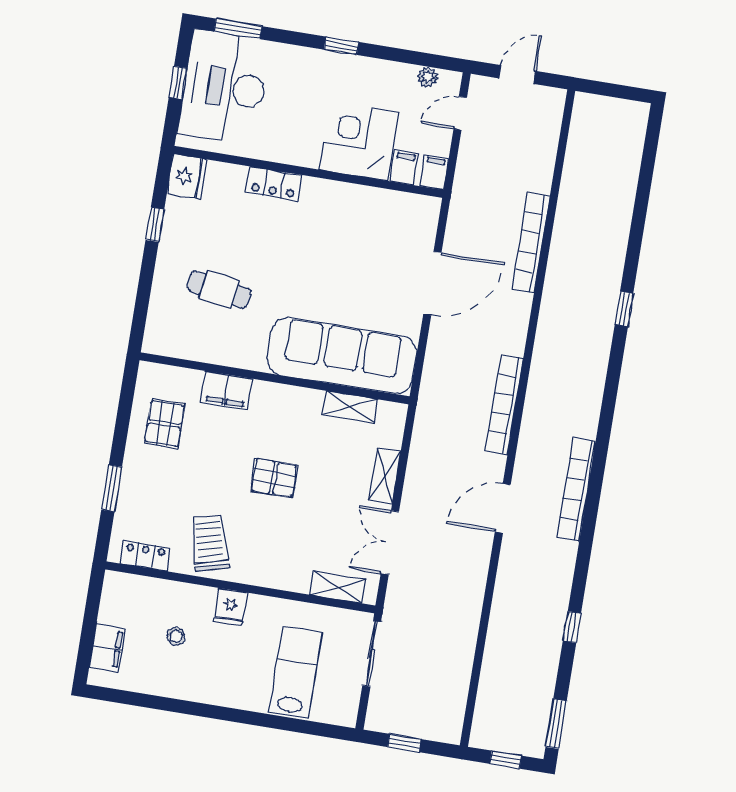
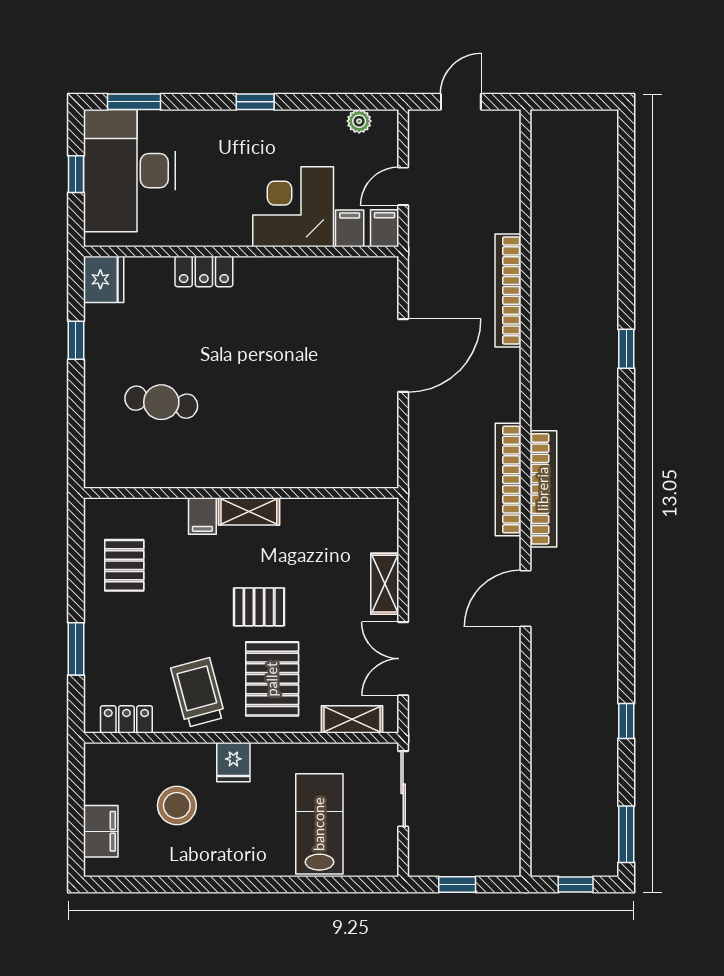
door: (460, 113) -> (403, 186), moved
sofa: (342, 356) -> (313, 455), removed
filing cabinet: (227, 391) -> (202, 516), width x0.50
shelving: (351, 407) -> (249, 511), moved
bookcase: (576, 490) -> (543, 489), moved, turned 180
pallet: (275, 541) -> (272, 679), added
stool: (176, 636) -> (177, 805), width x1.89, depth x1.89

